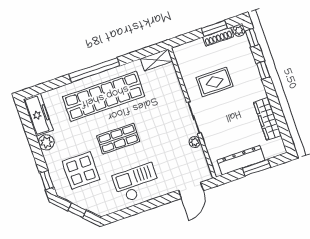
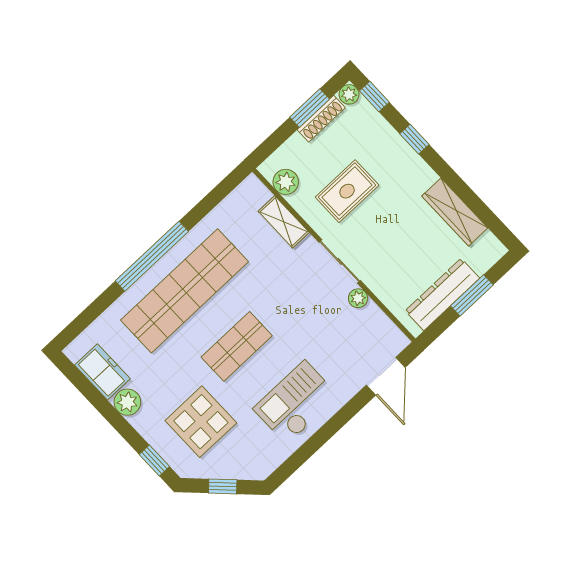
shelving: (157, 60) -> (284, 222), moved, turned 90
plant: (184, 62) -> (286, 182), added
freezer: (38, 115) -> (102, 372), width x0.71

